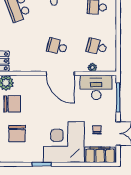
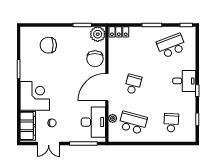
school desk: (97, 47) -> (133, 123), width x1.85
chair: (12, 104) -> (95, 59), moved
corner desk: (64, 142) -> (35, 96), width x0.74, depth x0.74

